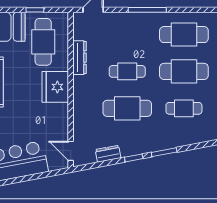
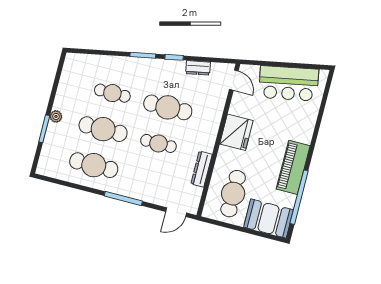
window: (35, 10) -> (233, 227), removed
fridge: (55, 87) -> (236, 132), moved

